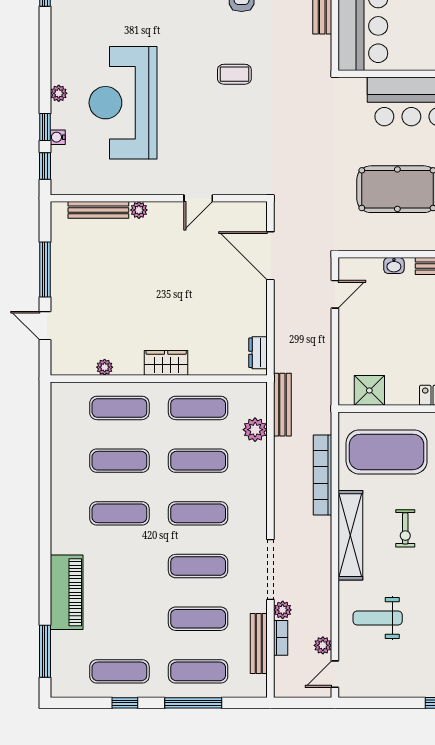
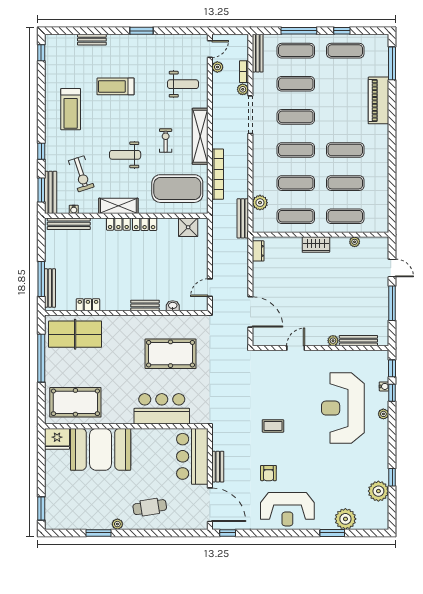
reception desk: (123, 103) -> (343, 408), turned 180
bench: (259, 644) -> (258, 53), moved

